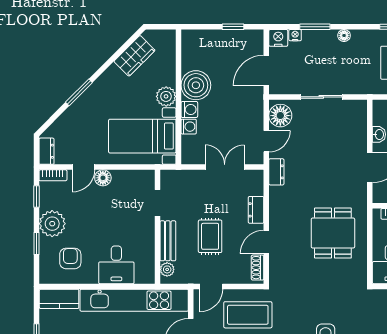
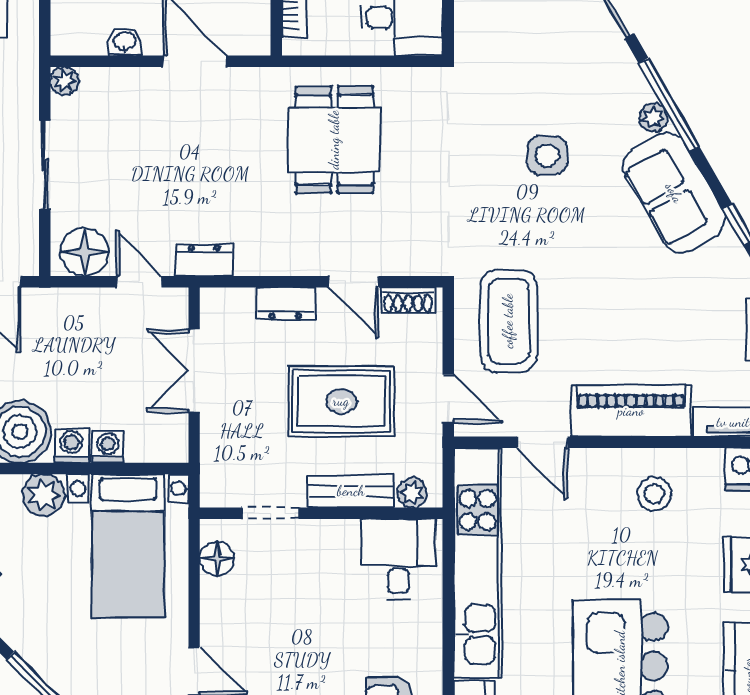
plant: (361, 106) -> (64, 81), added
floor lamp: (103, 178) -> (217, 559), moved
dining table: (333, 233) -> (334, 140), turned 90
rug: (210, 236) -> (341, 401), width x1.36, depth x1.43
desk: (116, 265) -> (398, 559), moved, turned -90

